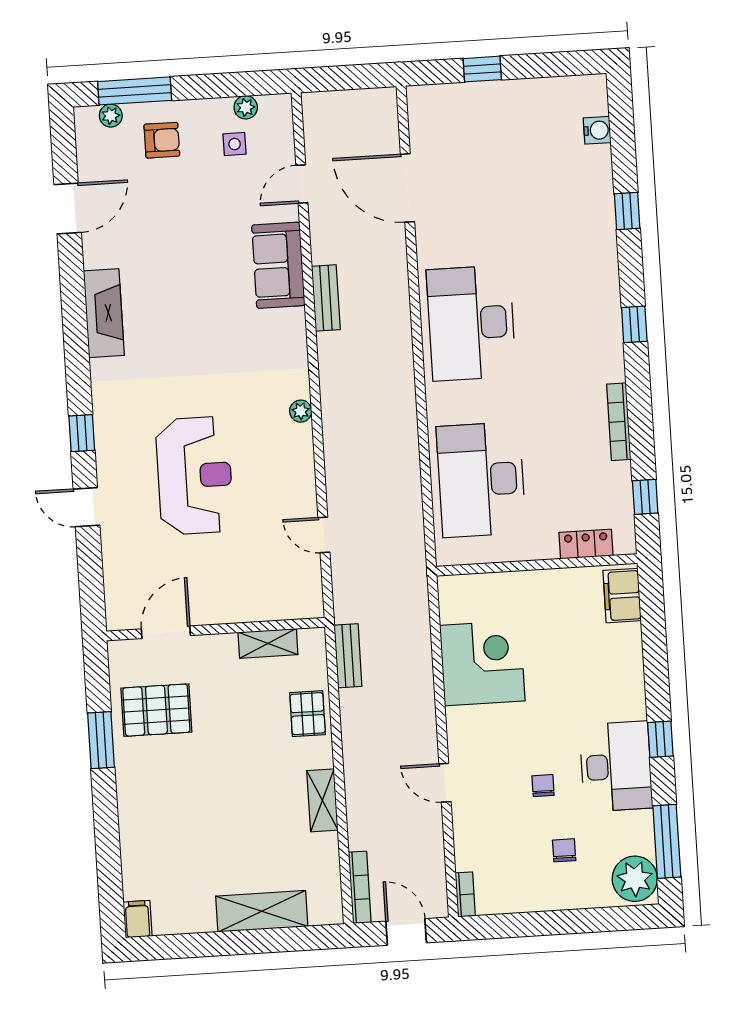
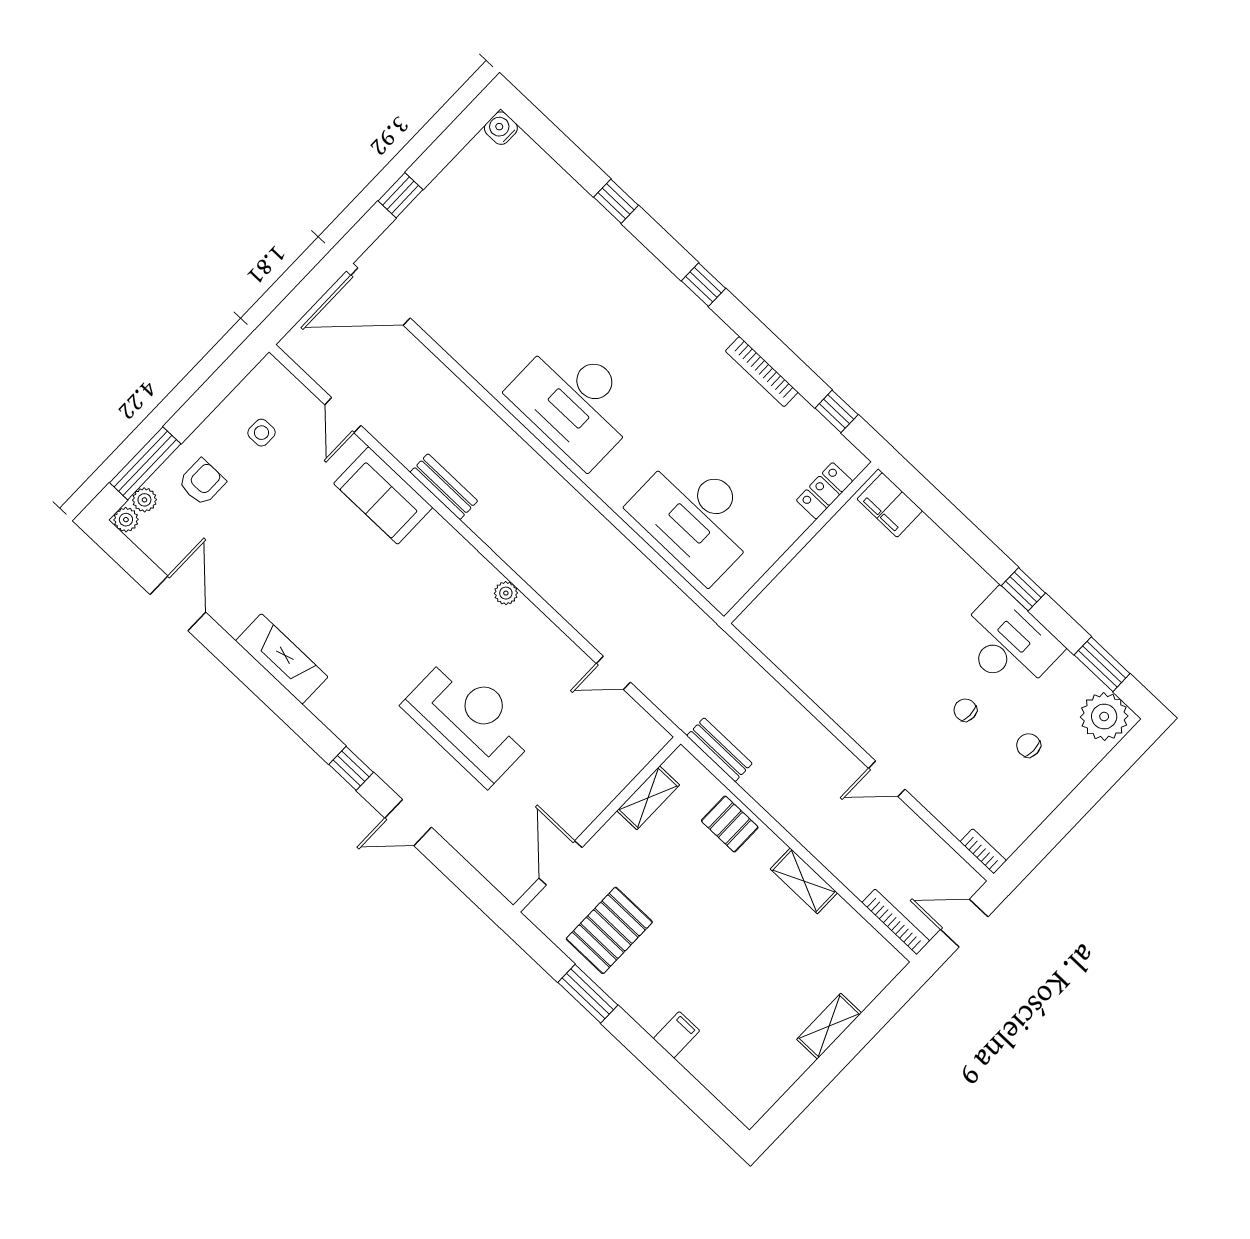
plant: (246, 107) -> (126, 520), moved
water cooler: (597, 130) -> (501, 128), moved, turned -90
door: (408, 188) -> (381, 297), moved
corner desk: (482, 663) -> (830, 658), removed
window: (667, 841) -> (1102, 664), width x0.69
shelving: (262, 911) -> (829, 1026), width x0.67, depth x0.75
filing cabinet: (138, 919) -> (677, 1035), moved, turned 90

